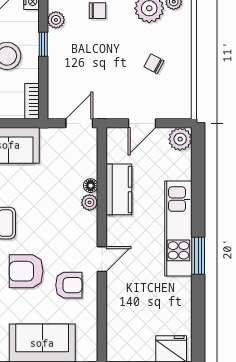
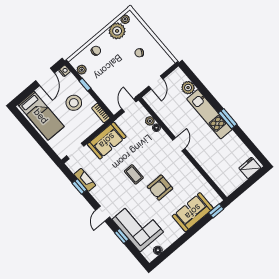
plant: (180, 139) -> (188, 88), moved
kitchen counter: (119, 189) -> (170, 119), removed
plant: (89, 202) -> (150, 121), moved
door: (102, 259) -> (179, 144), moved
armchair: (69, 285) -> (183, 178), removed

